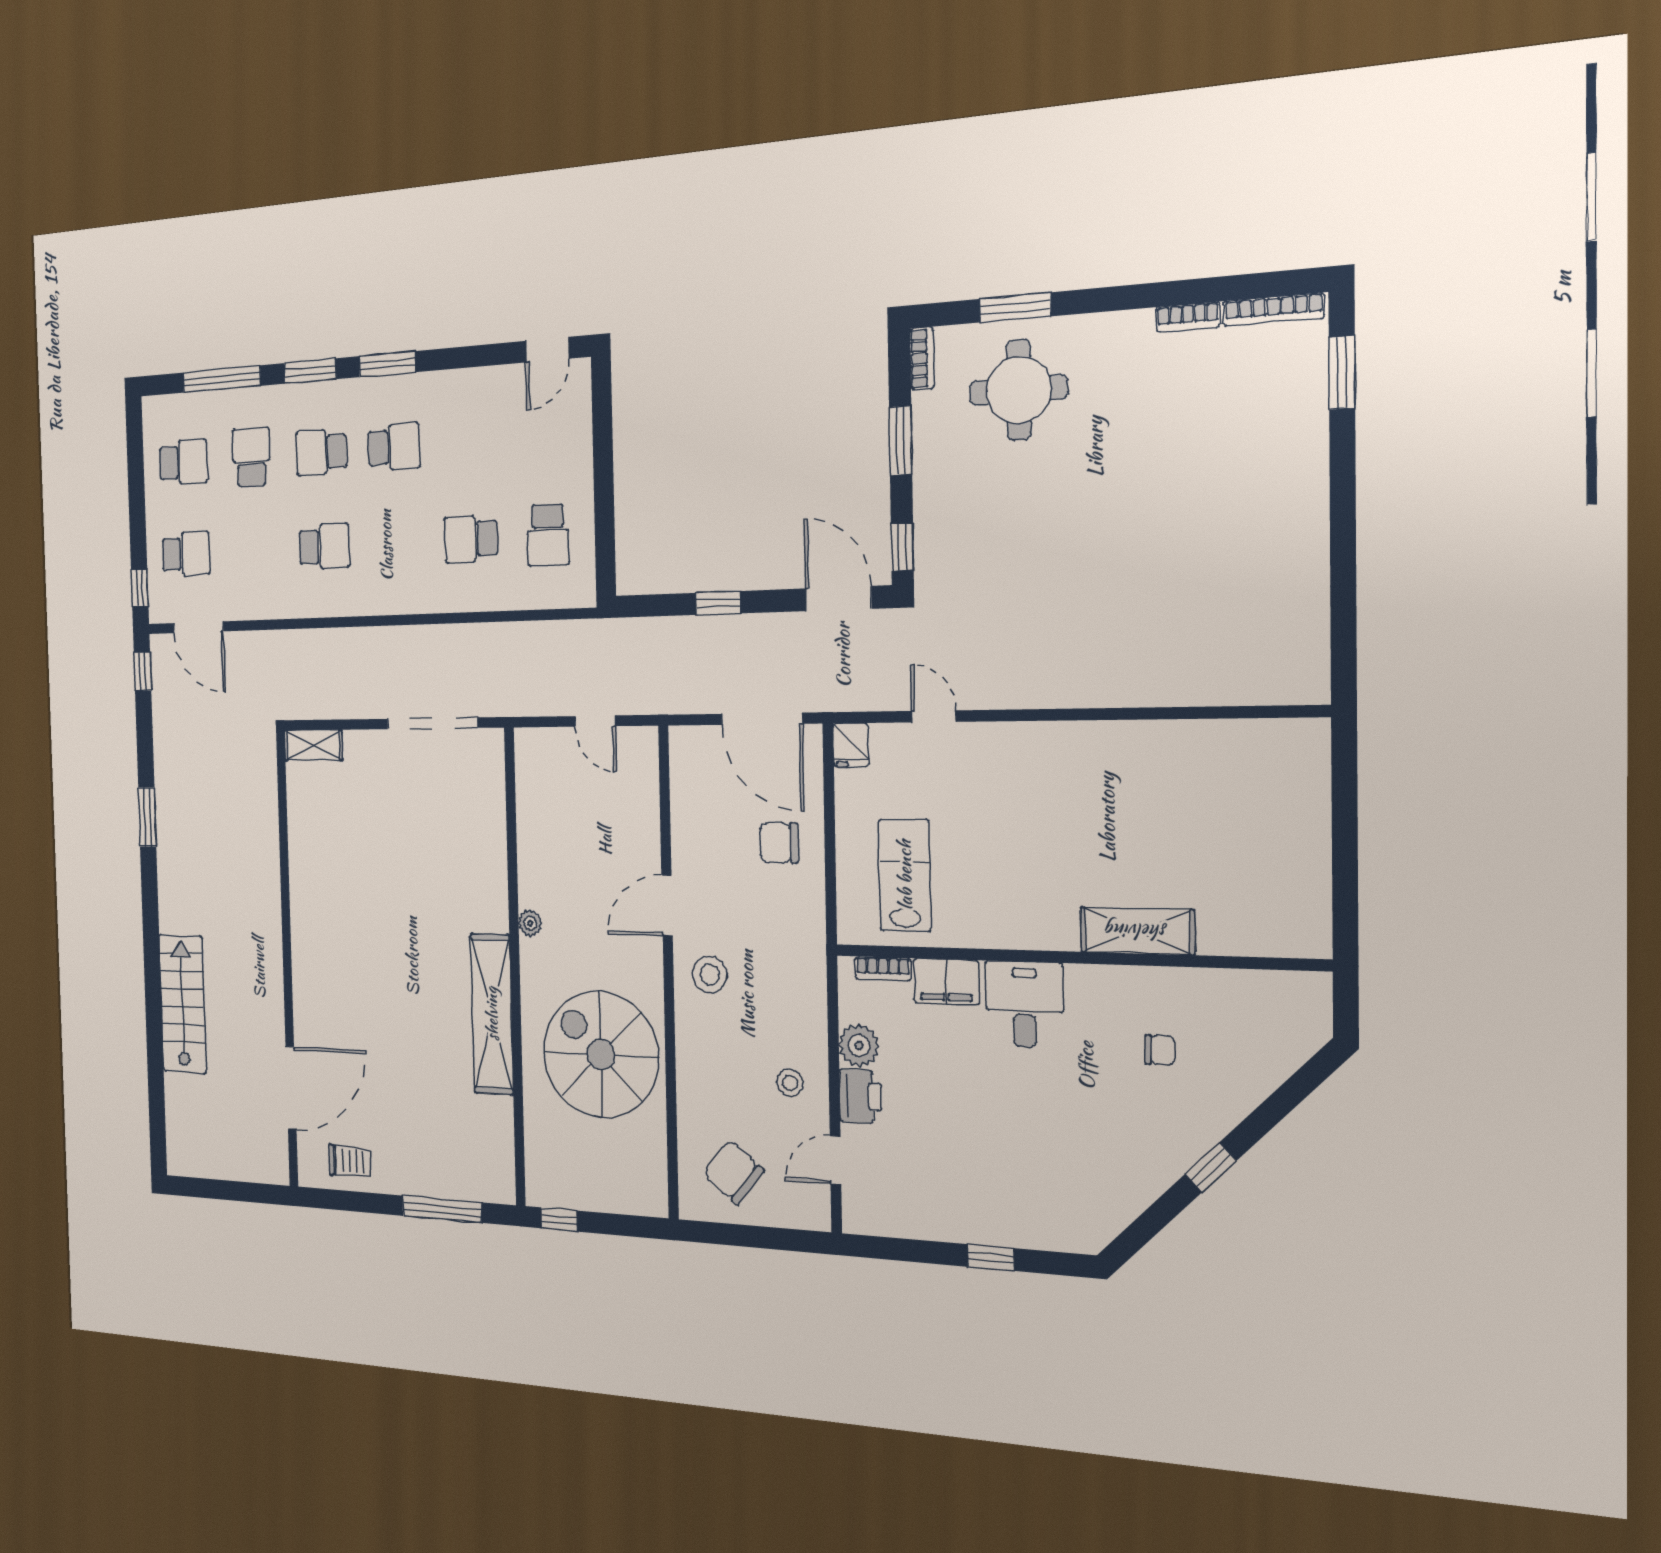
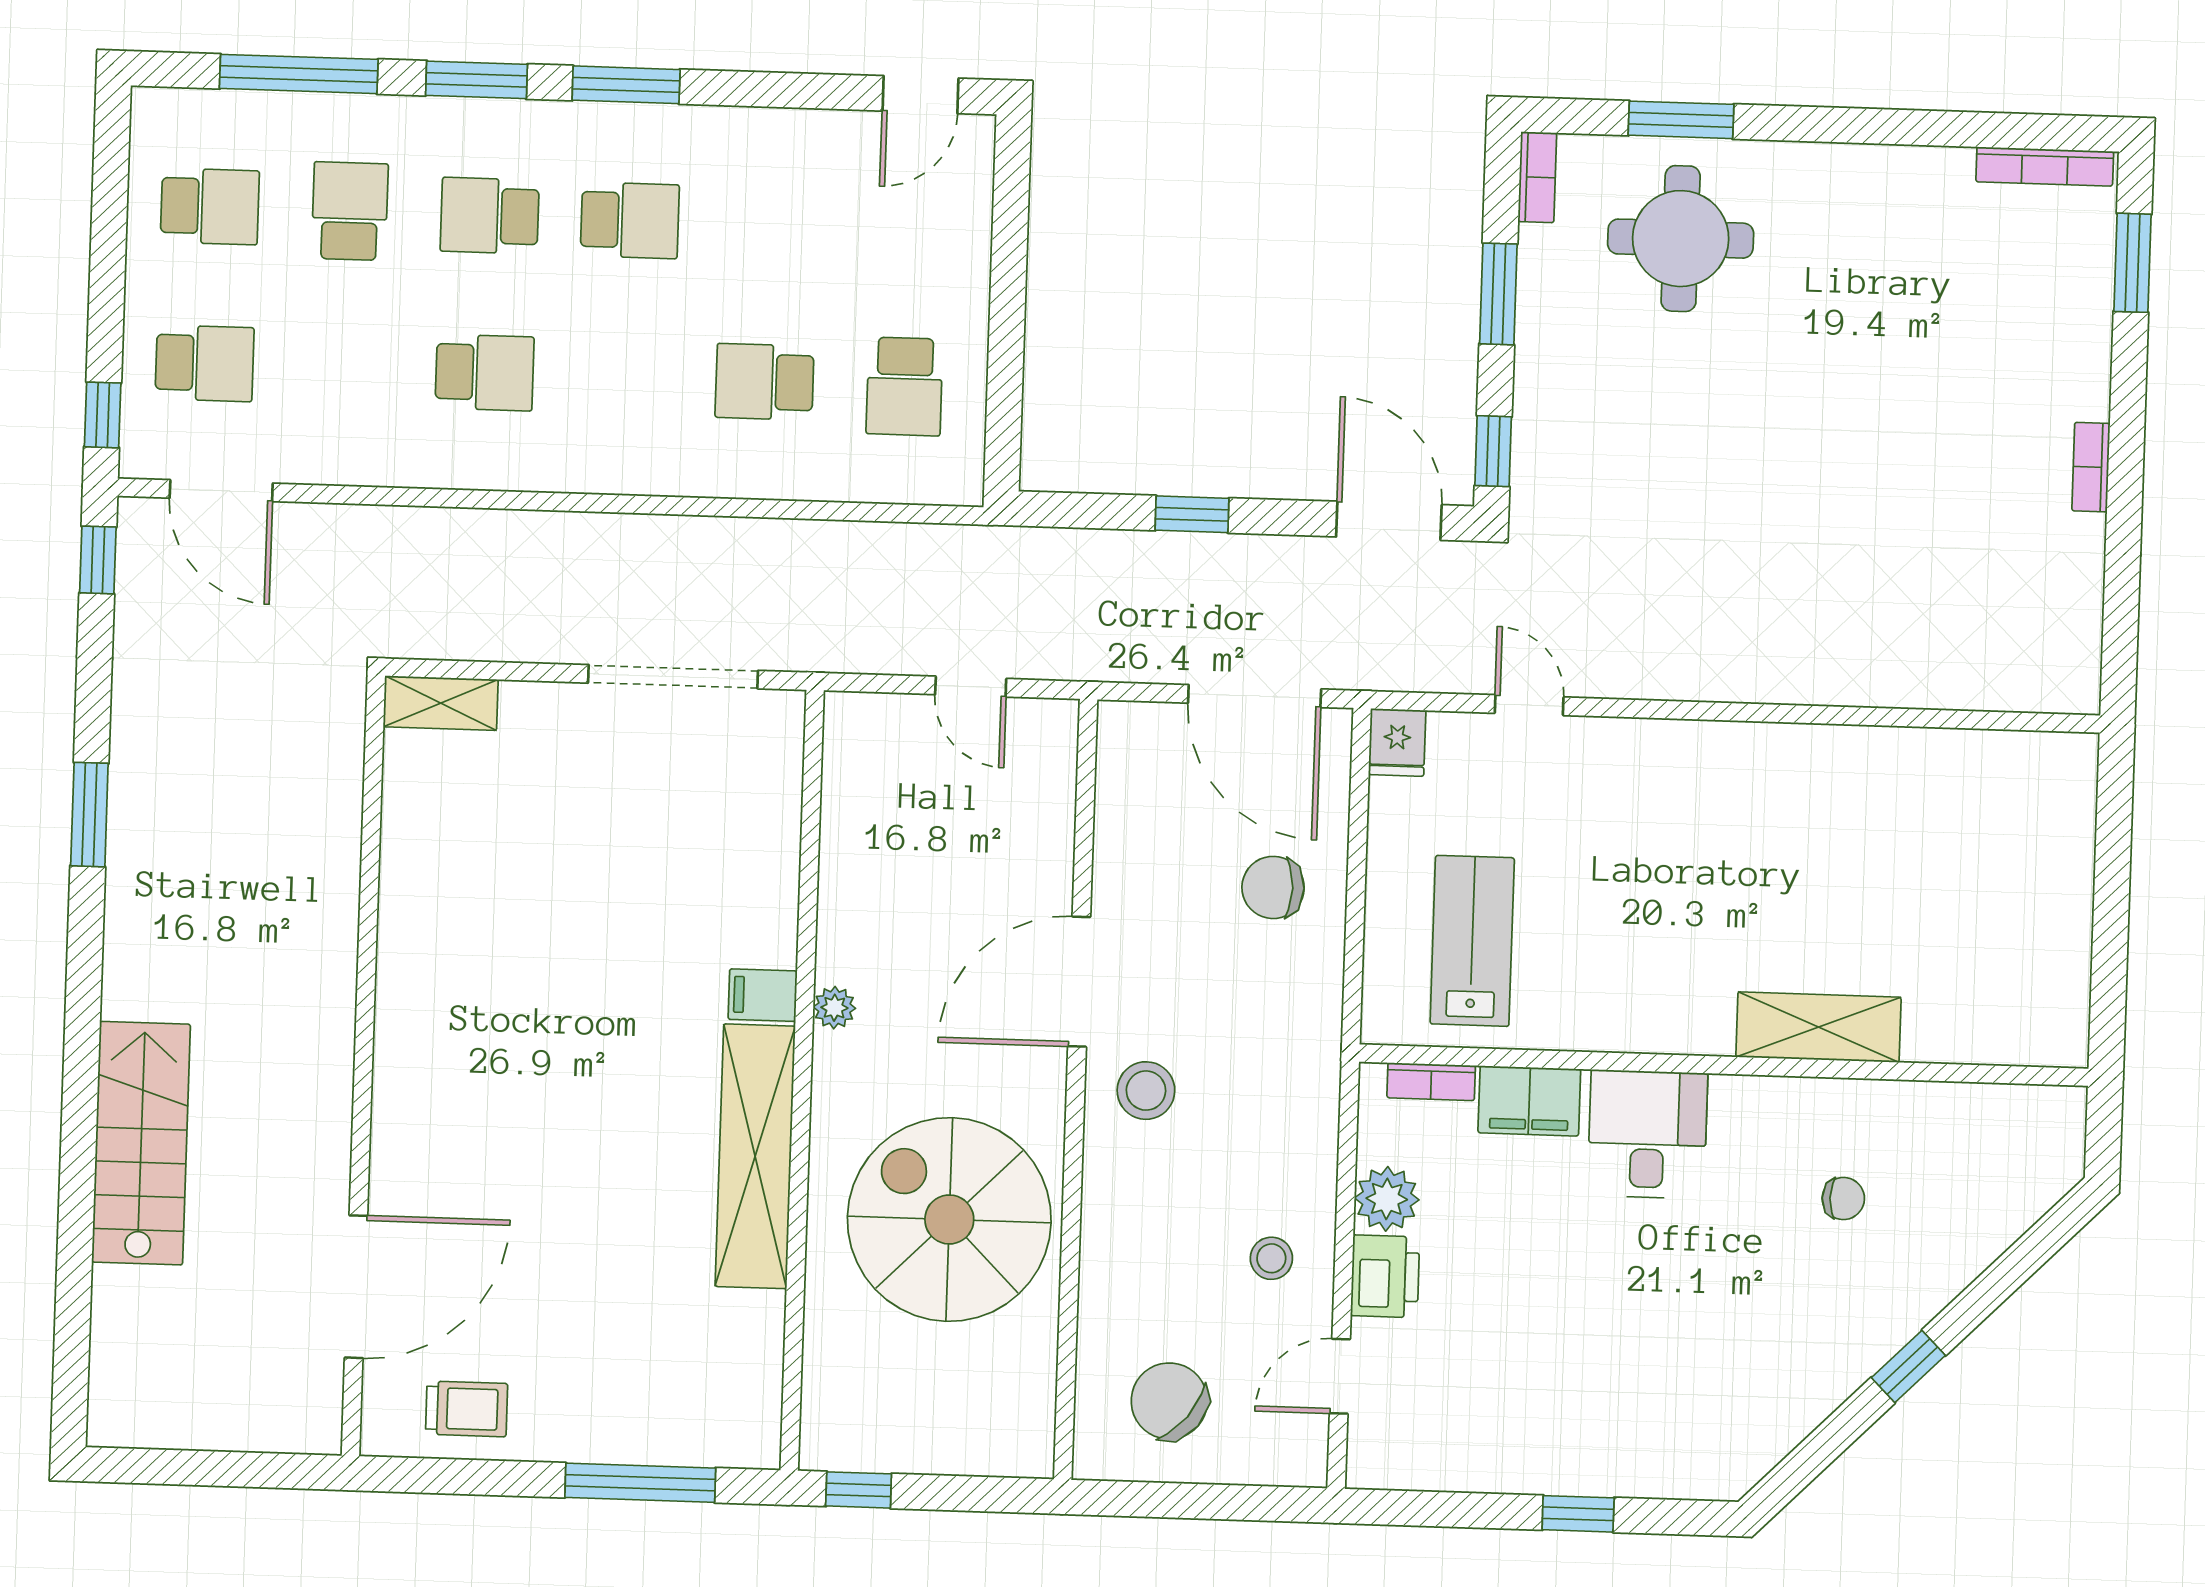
bookcase: (1188, 317) -> (2091, 467), moved, turned 90
door: (667, 905) -> (1079, 982), width x1.36
filing cabinet: (491, 916) -> (763, 995), added

